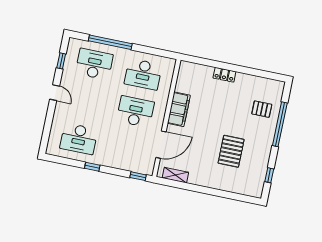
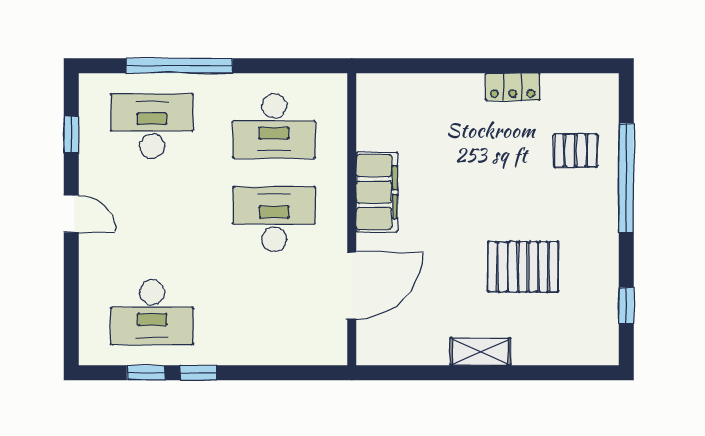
locker: (224, 75) -> (513, 87), moved
pallet: (231, 151) -> (523, 267), turned 90
shelving: (175, 175) -> (480, 352), moved
window: (138, 176) -> (146, 373), moved

